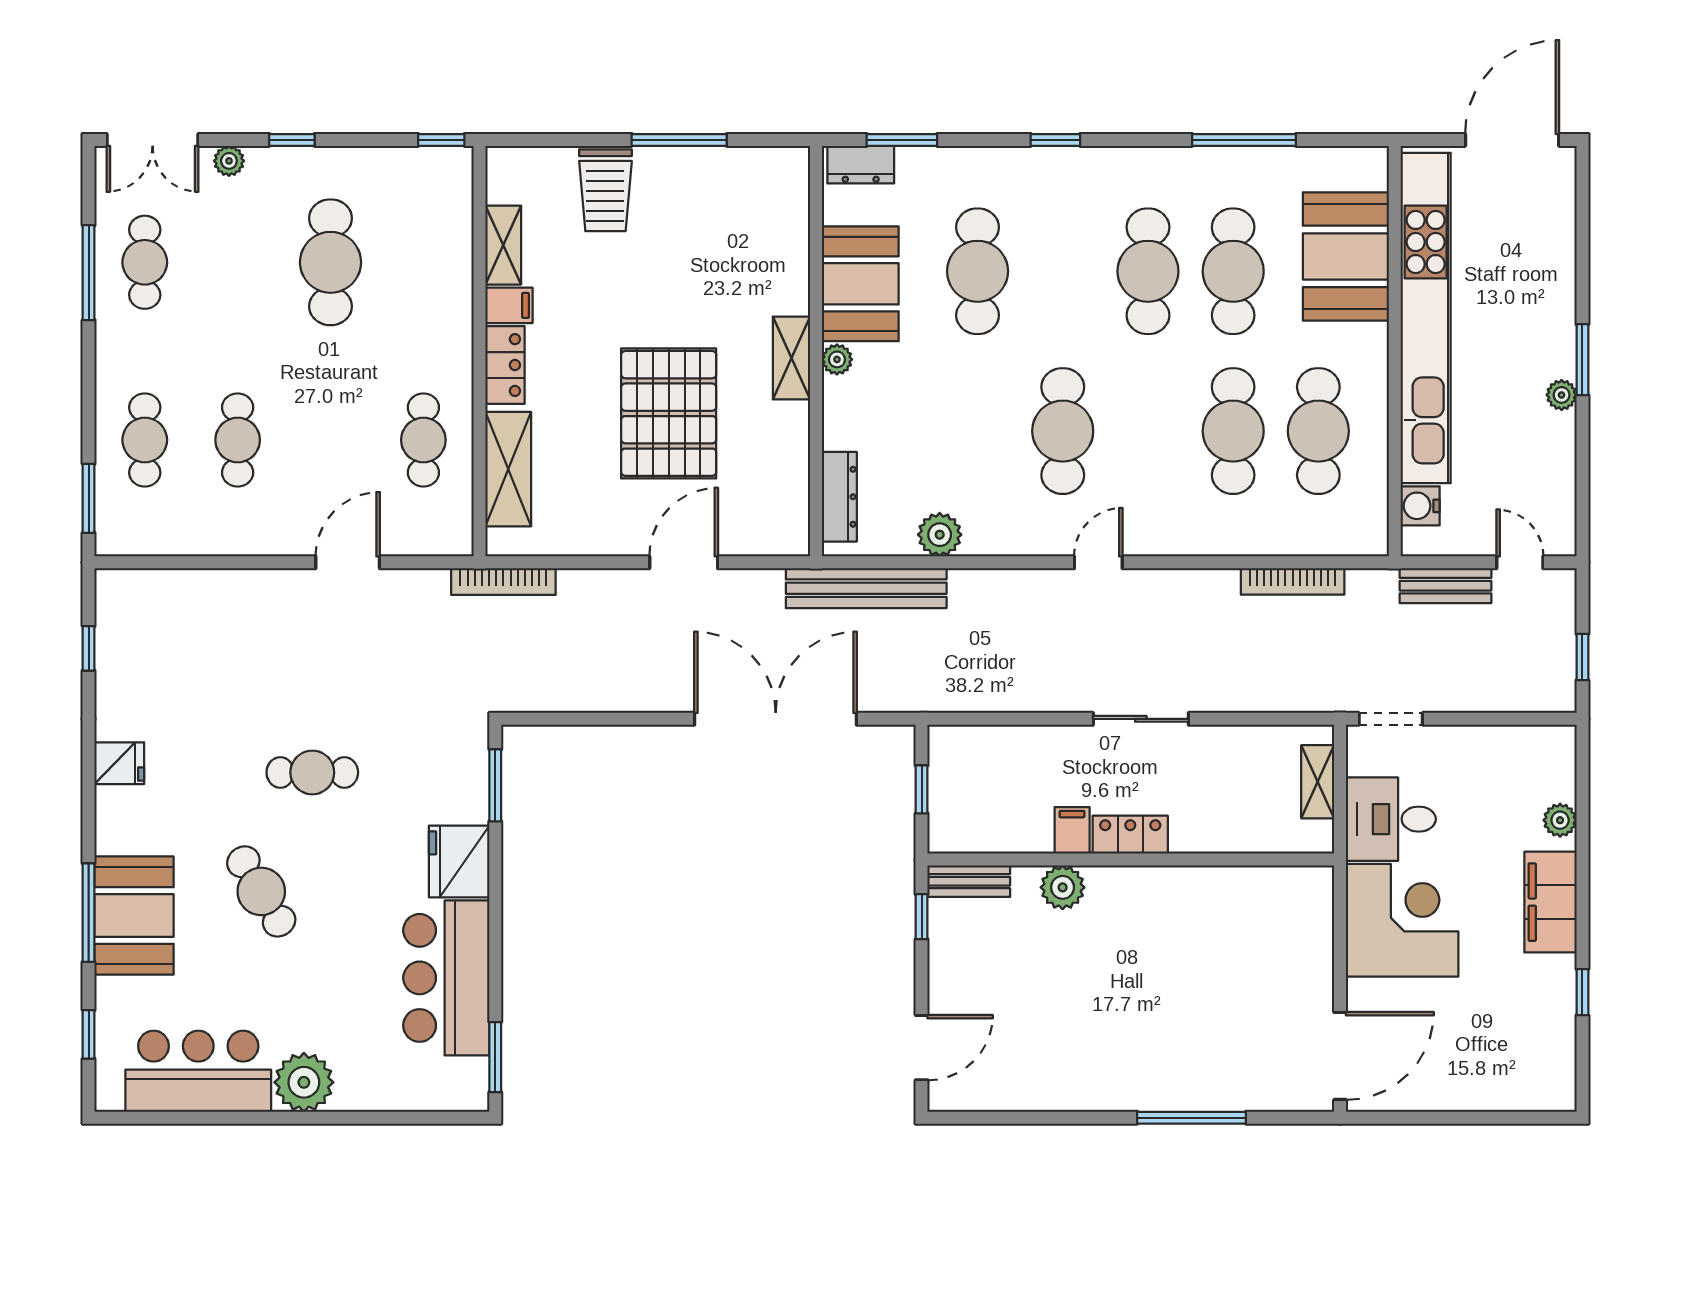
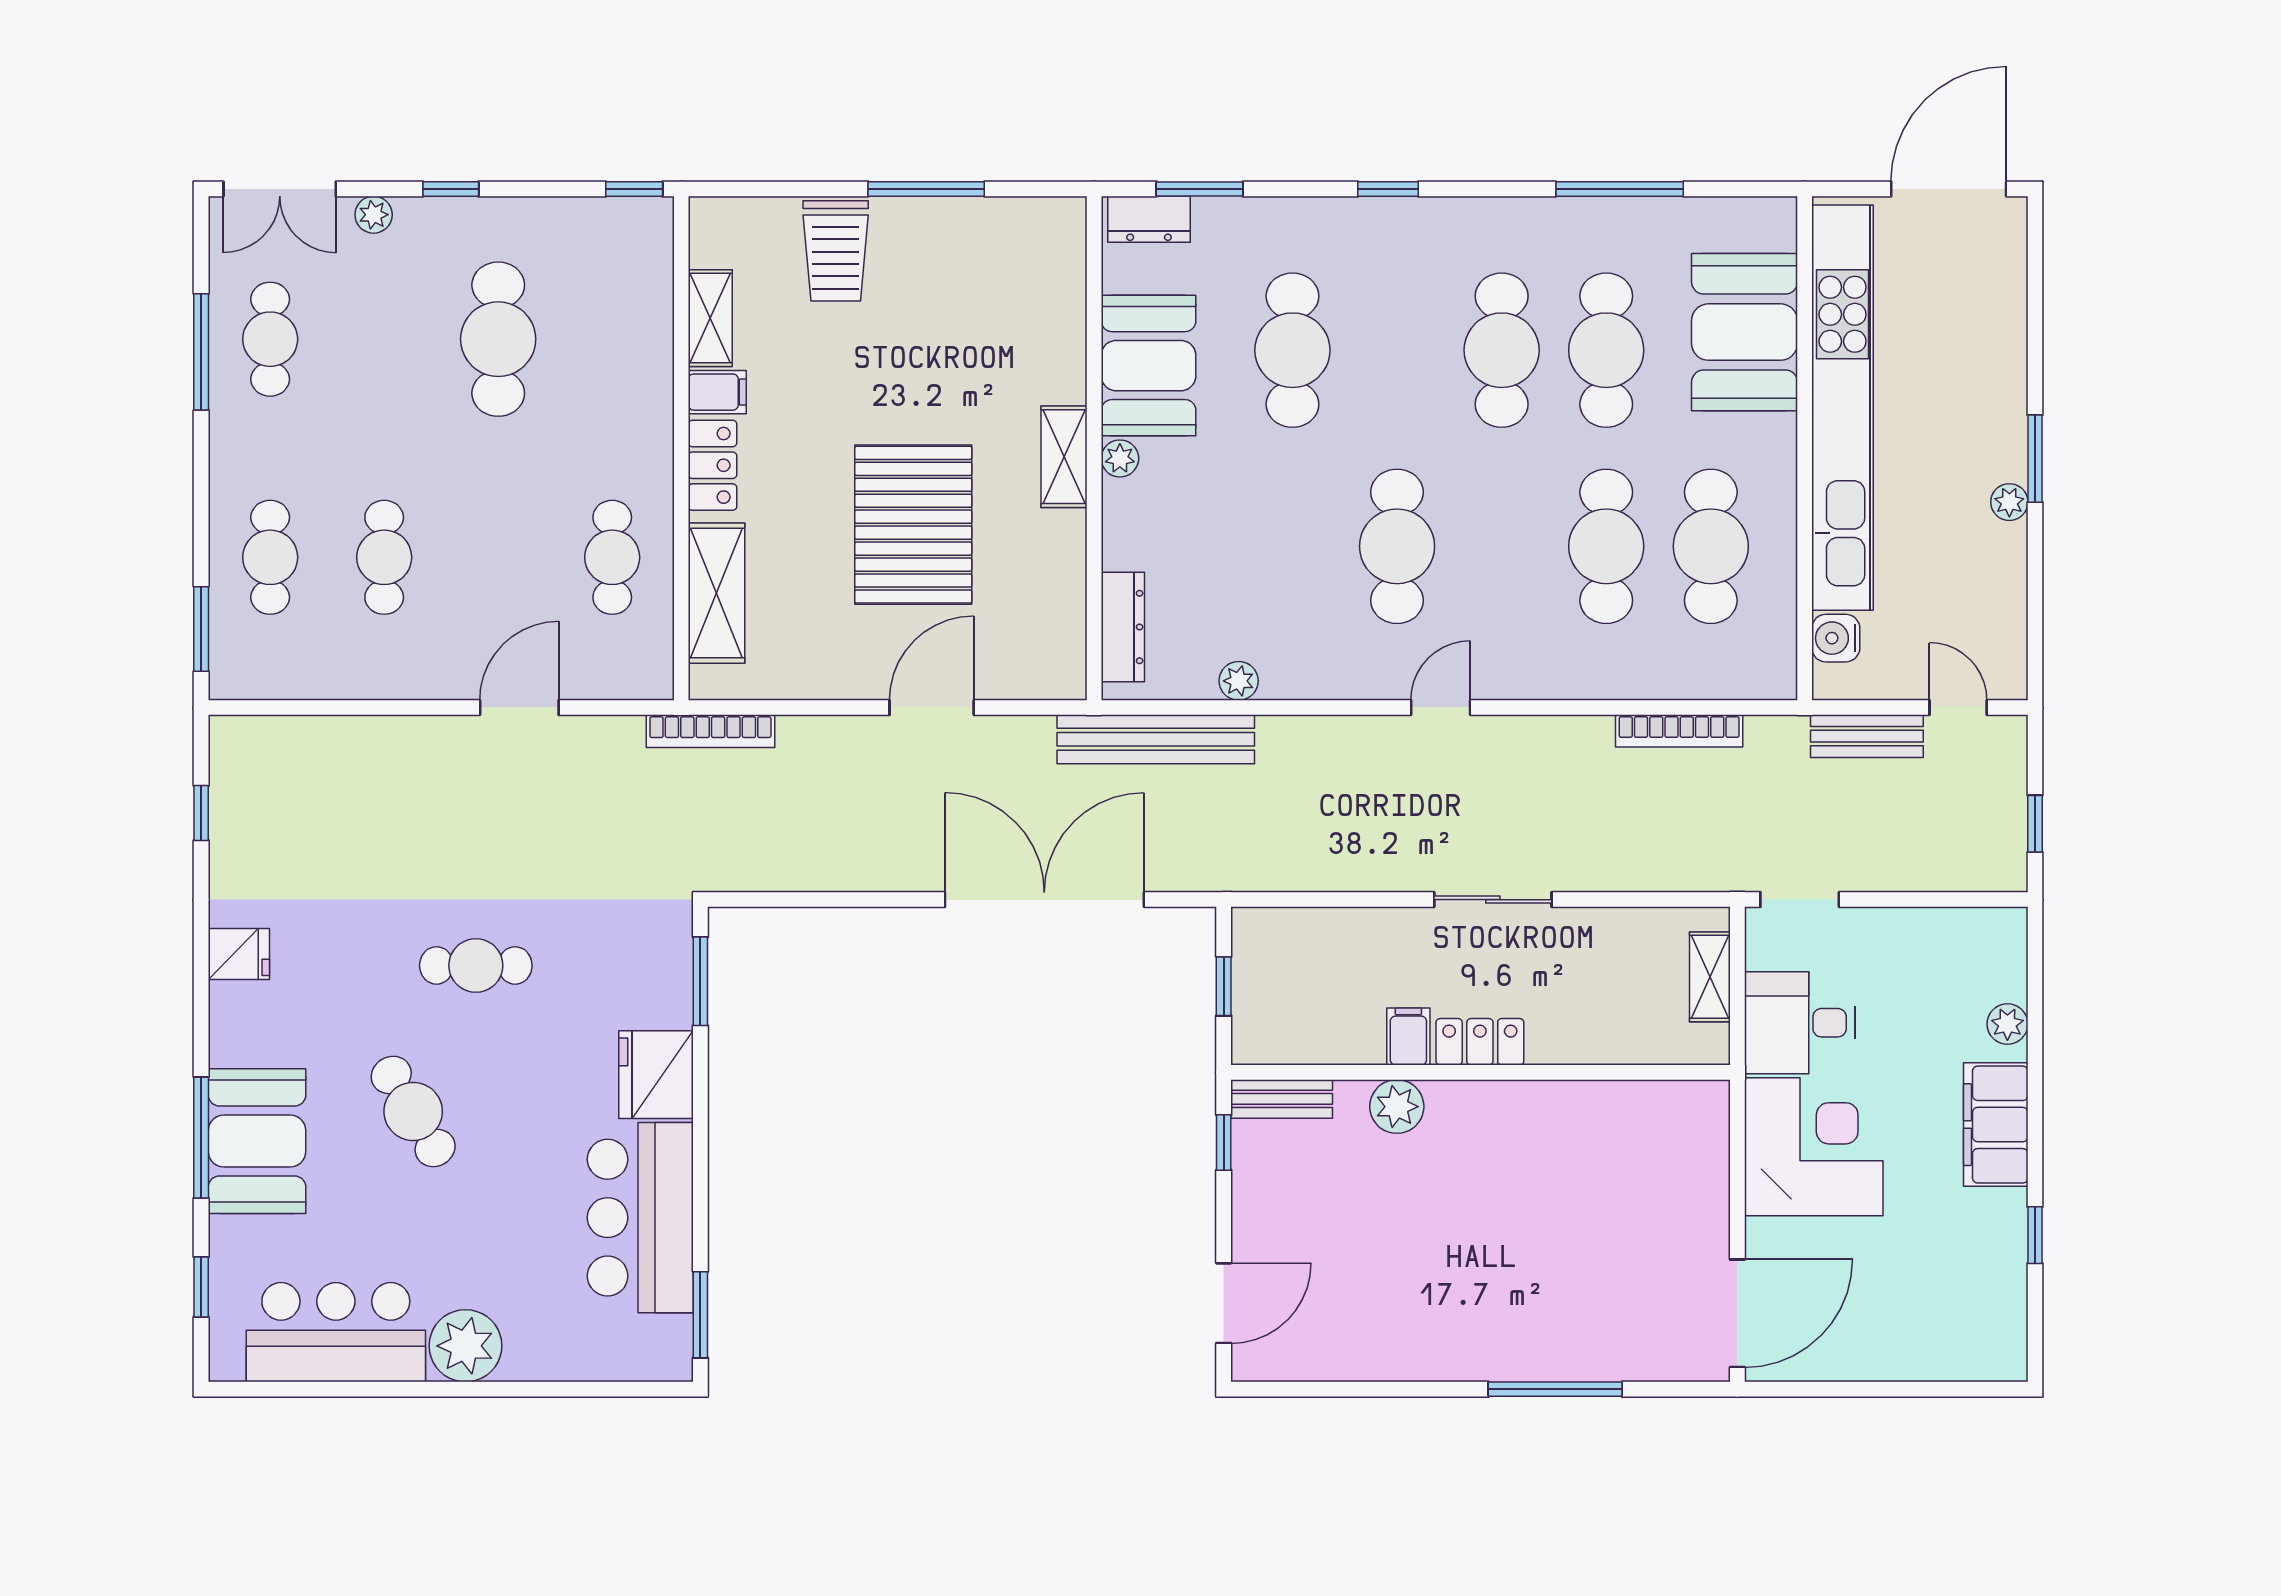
plant: (940, 535) -> (1239, 681), width x0.73, depth x0.73

